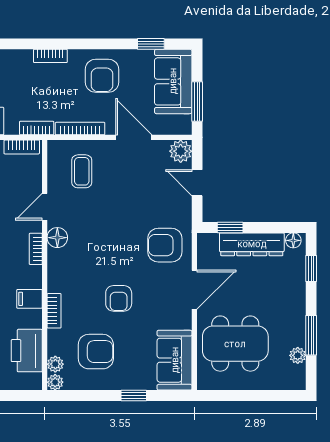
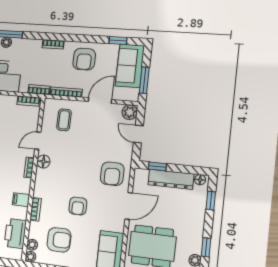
door: (134, 137) -> (100, 101), hinge flipped
armchair: (165, 245) -> (112, 174), turned -90
window: (311, 335) -> (206, 247), width x0.67

